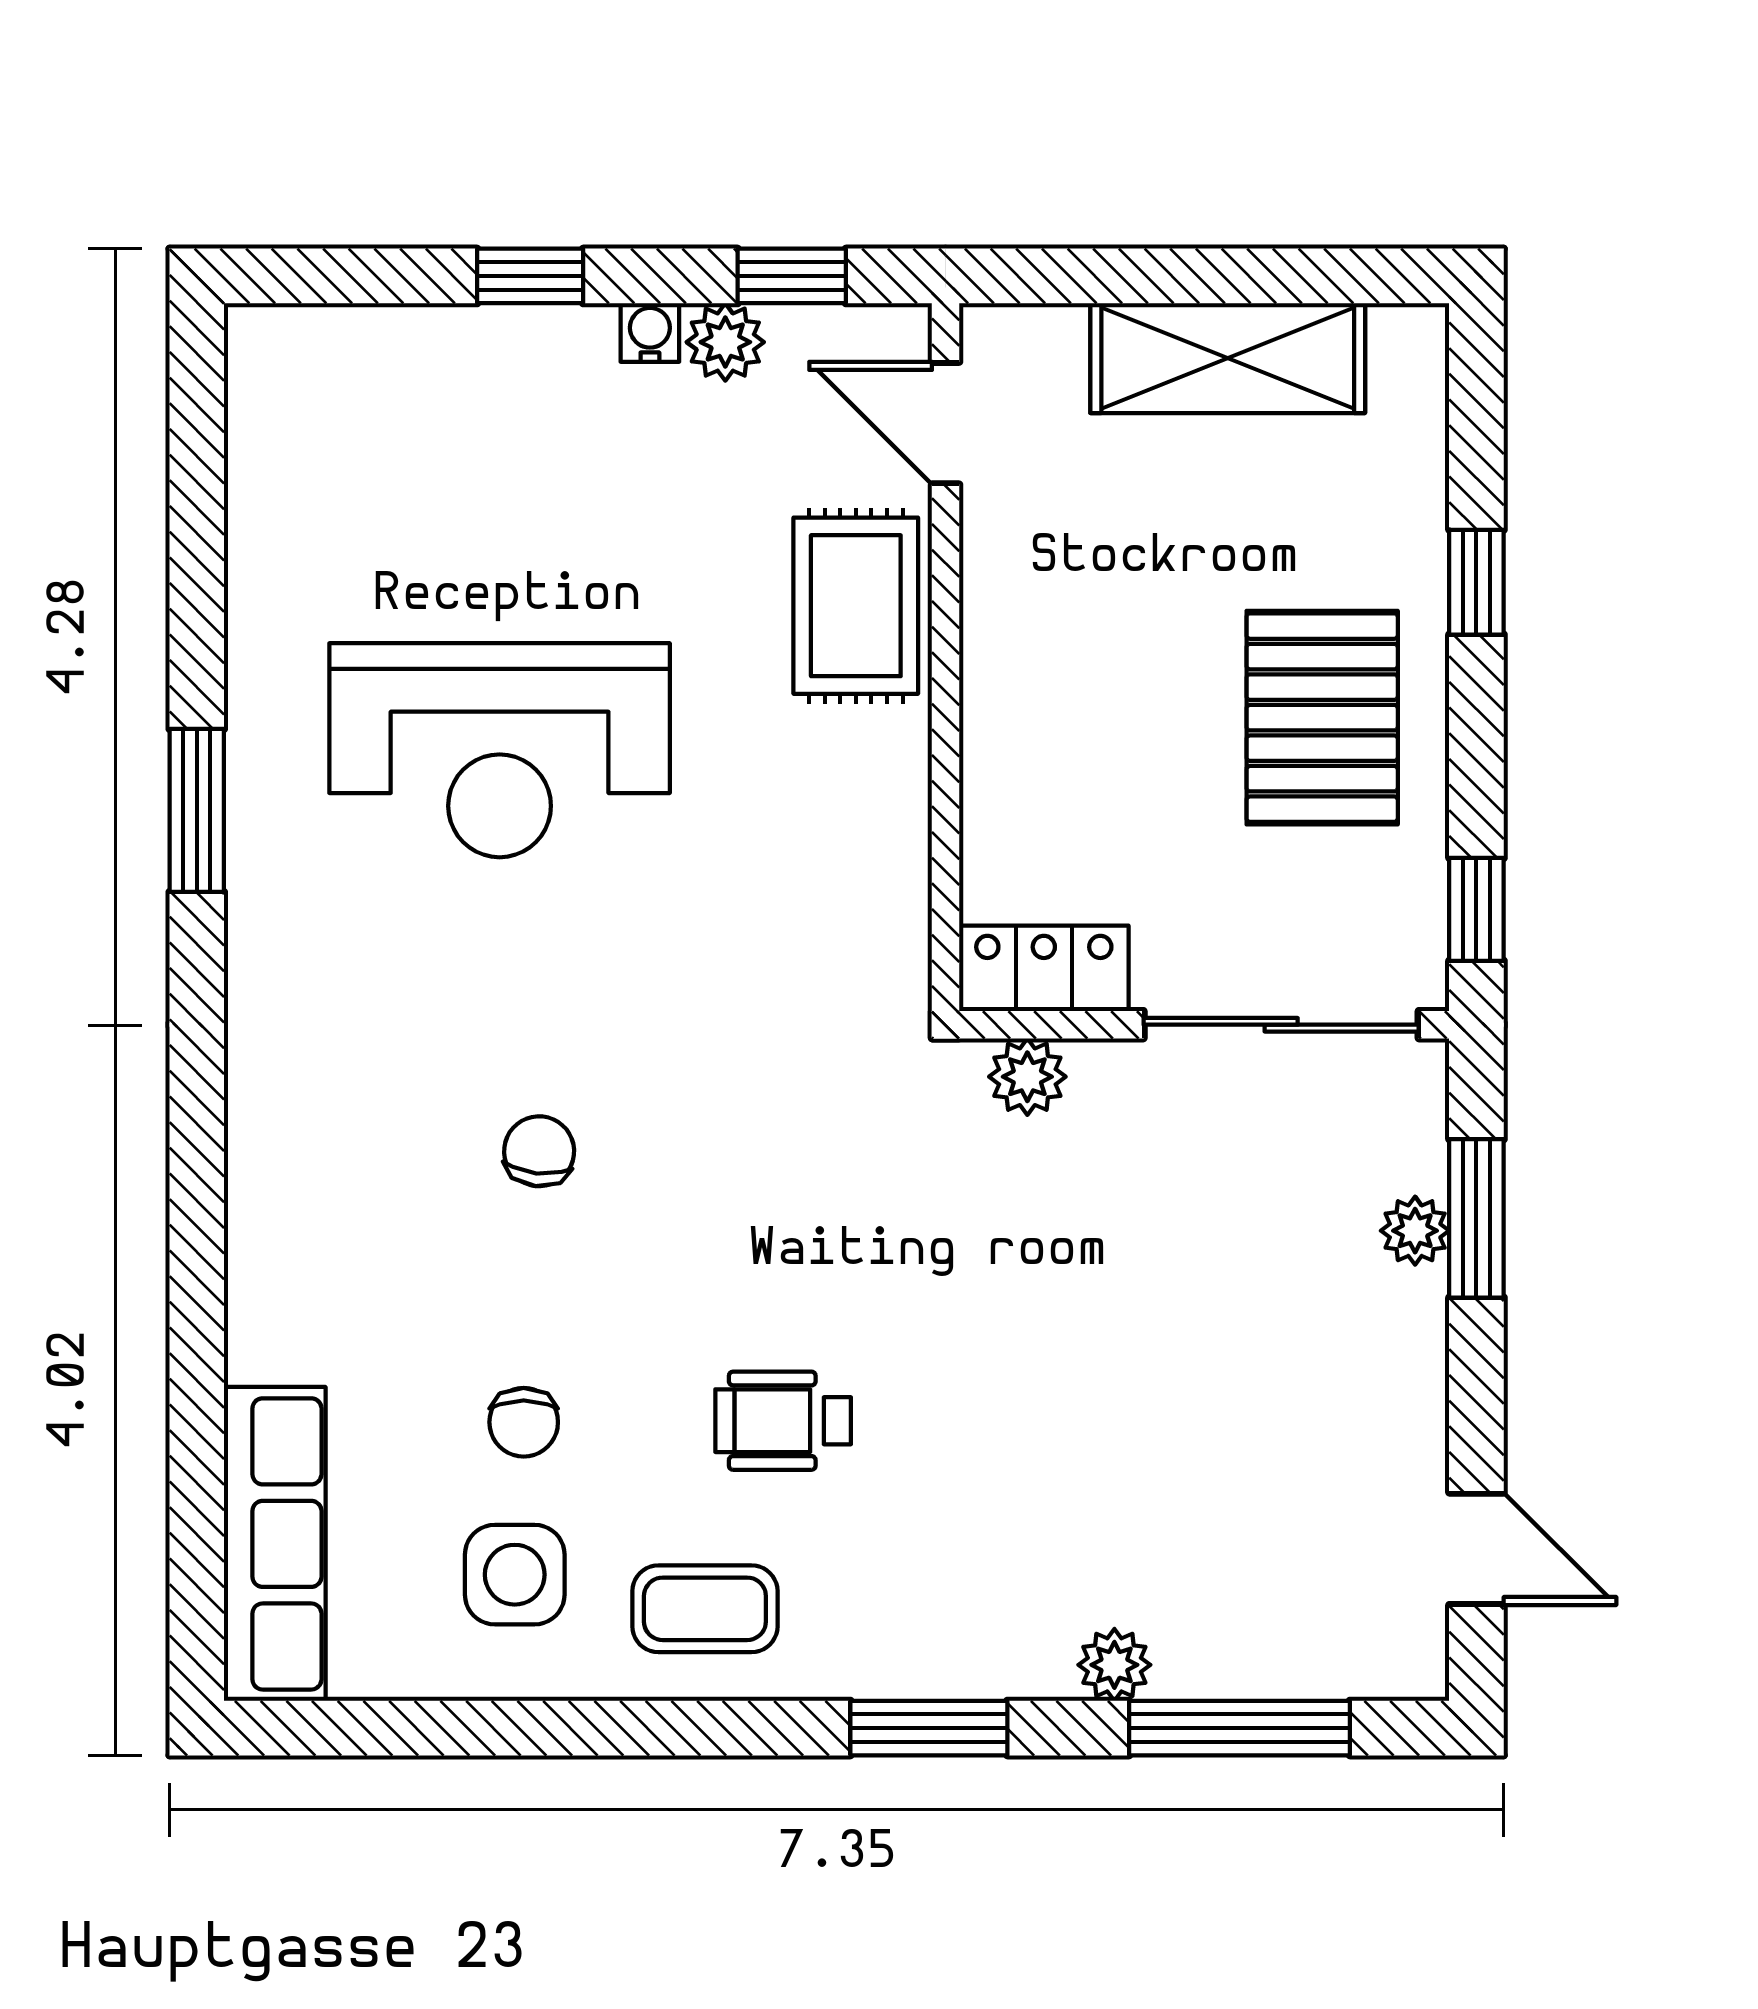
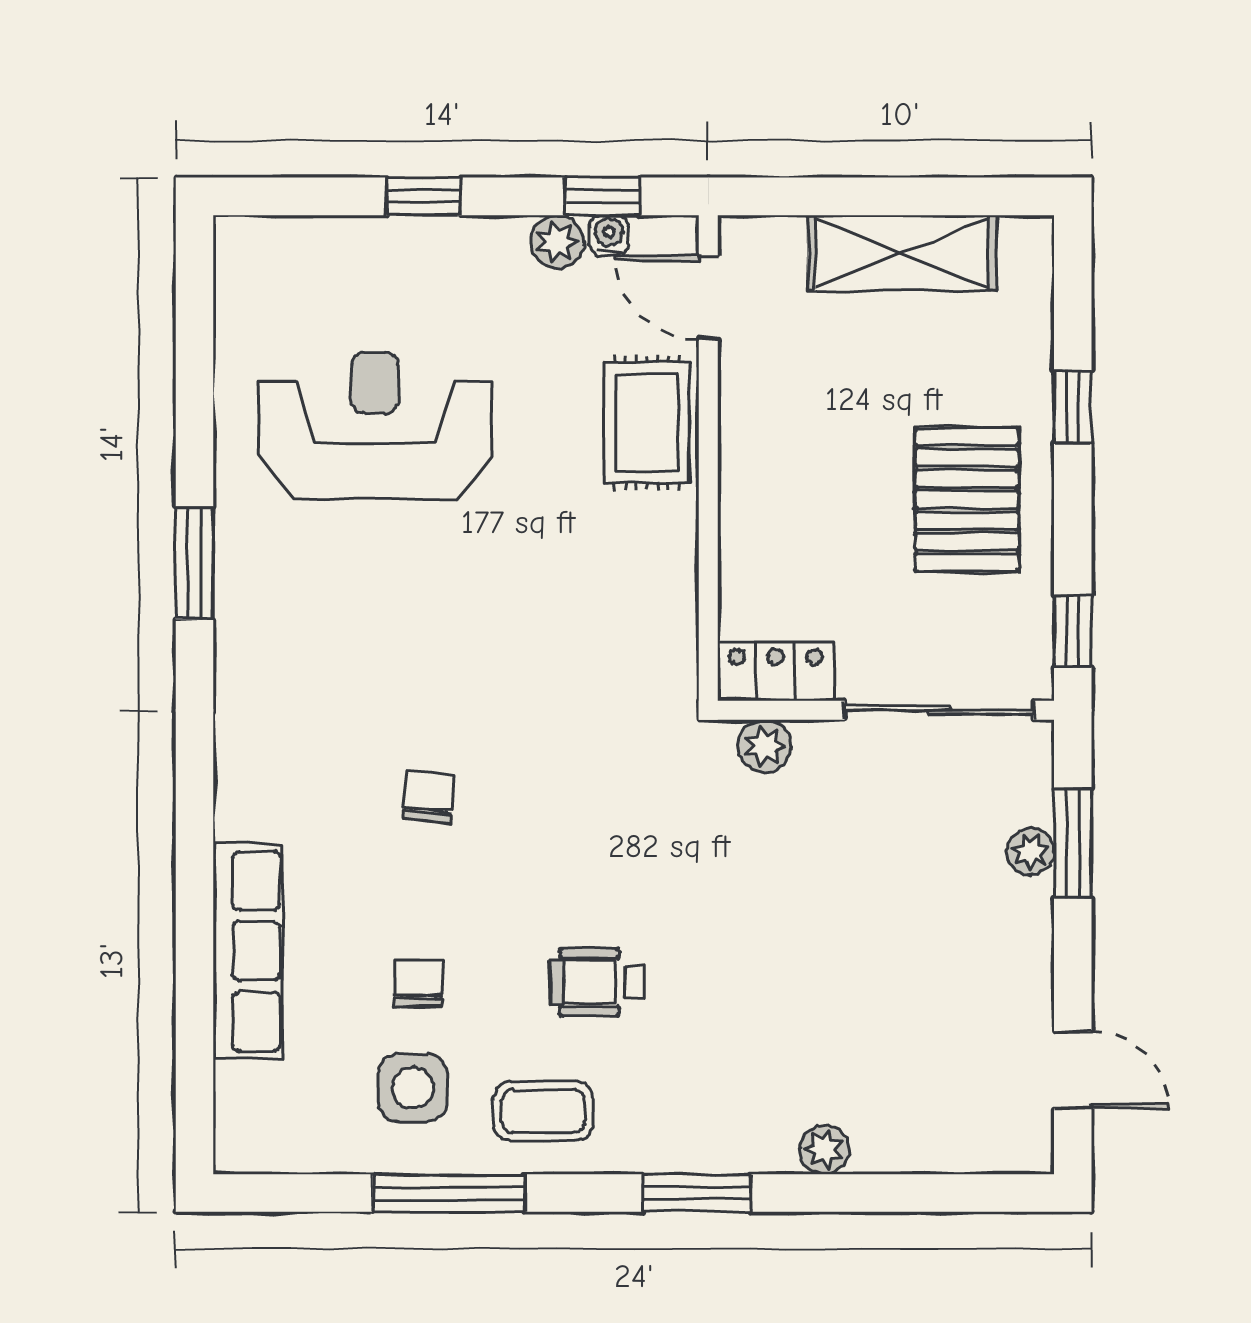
water cooler: (650, 332) -> (609, 235), moved
reception desk: (500, 750) -> (375, 425), moved, turned 180
chair: (524, 1422) -> (419, 983), turned 180
row of seats: (275, 1544) -> (248, 951), moved
window: (1240, 1728) -> (449, 1193), moved

